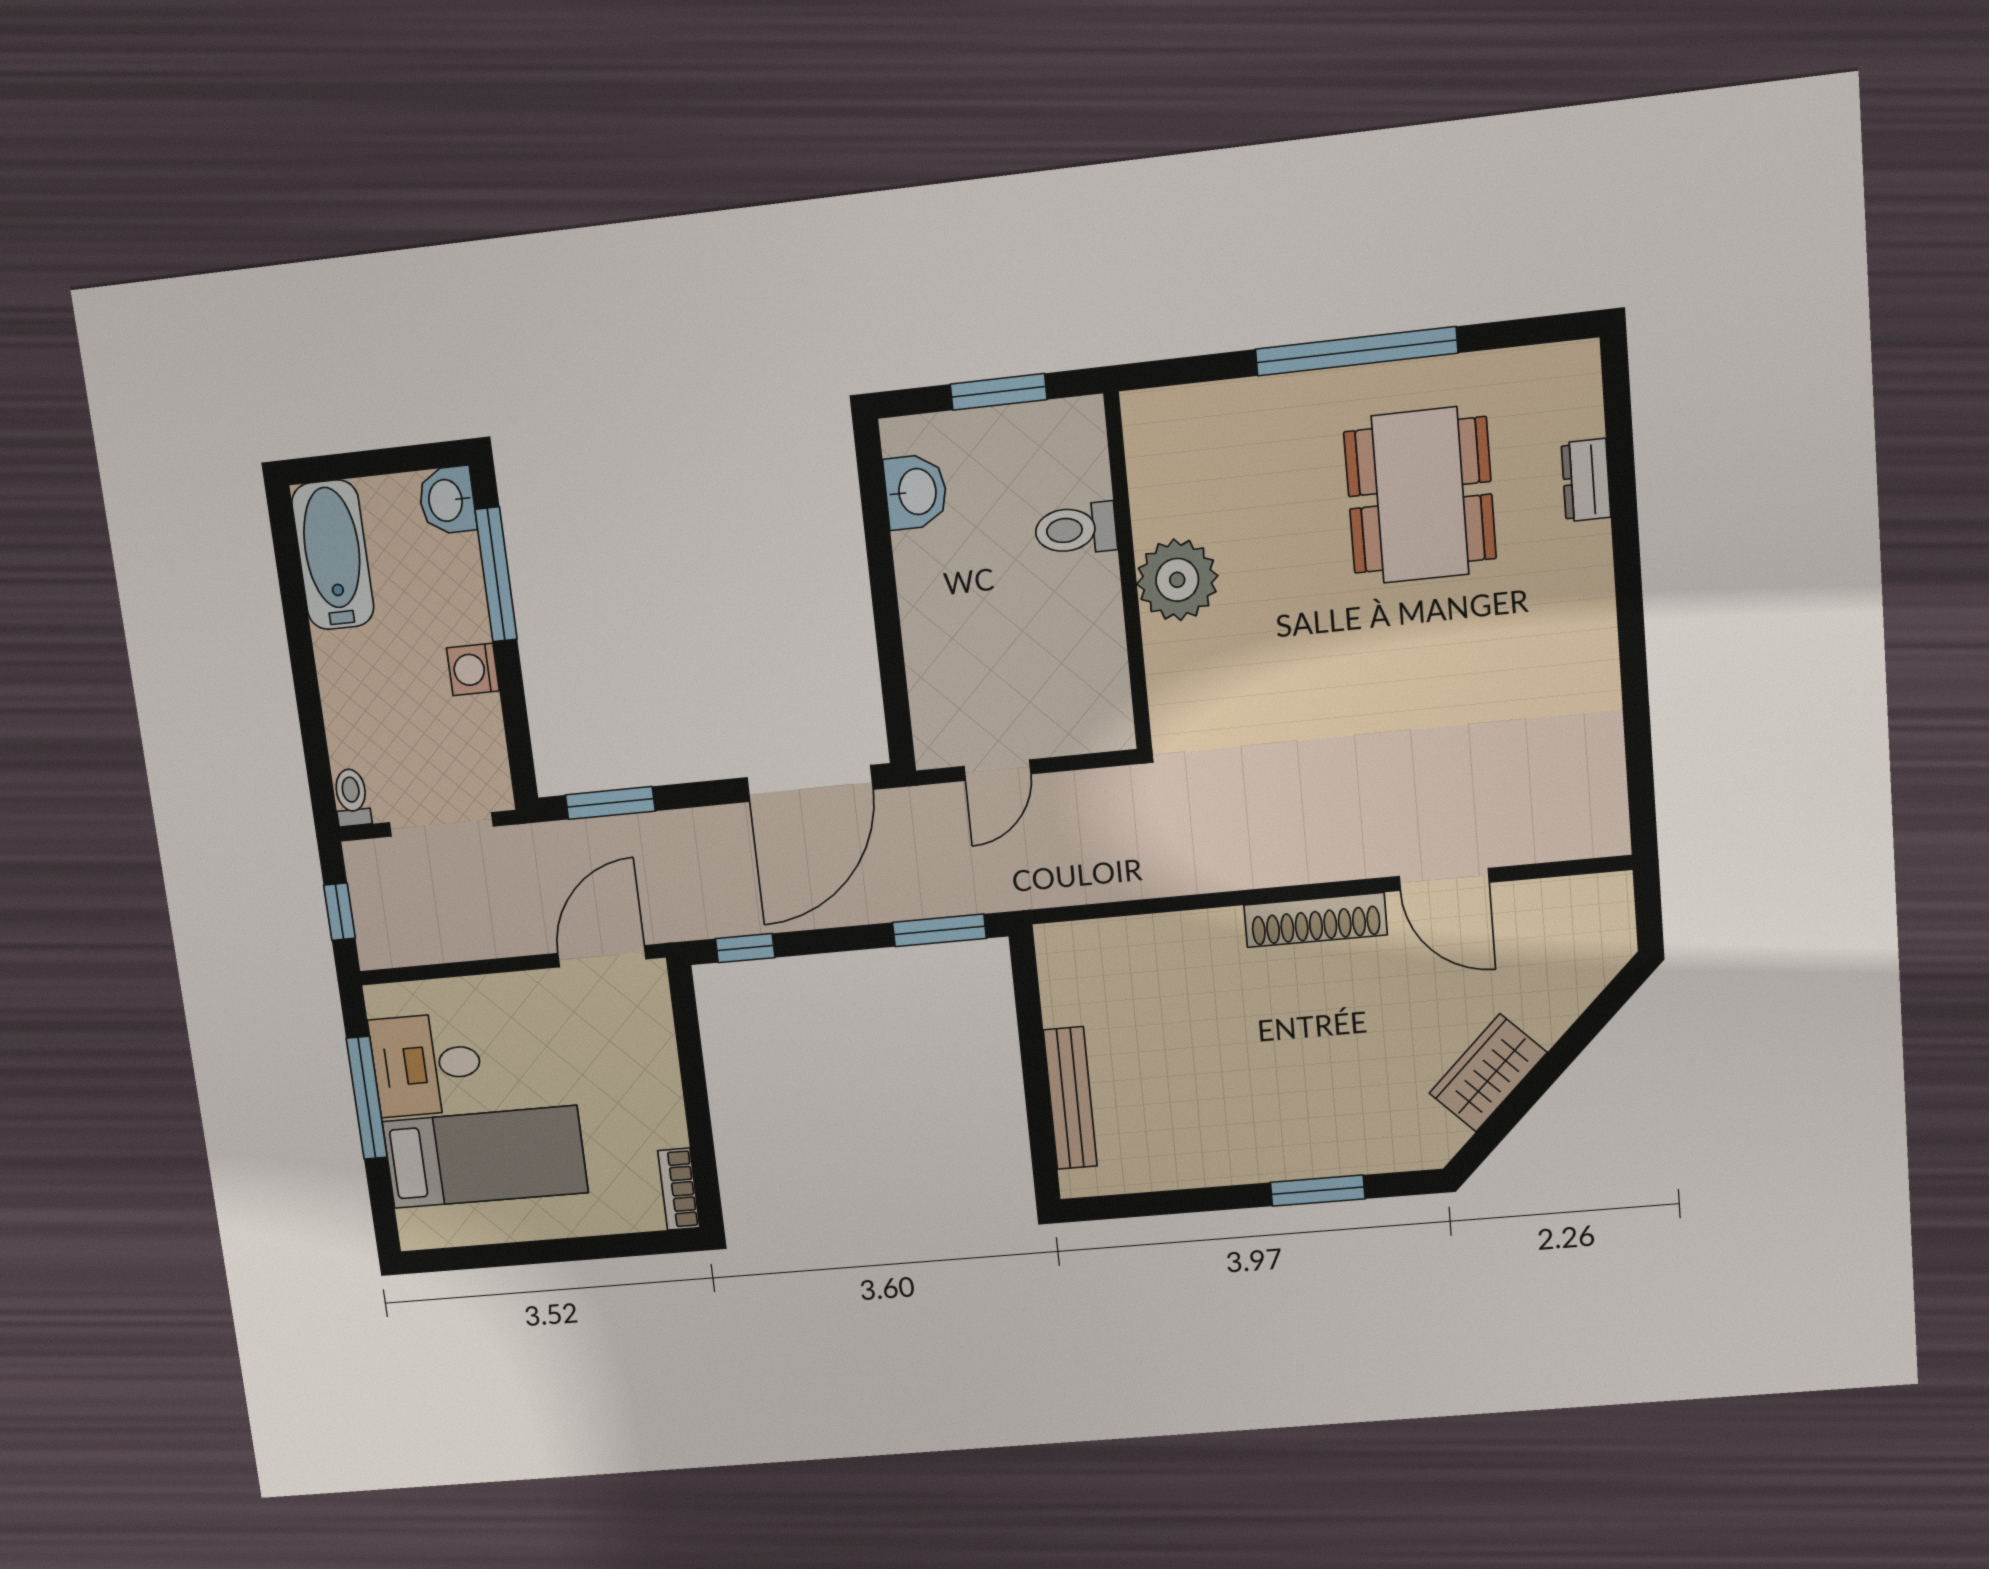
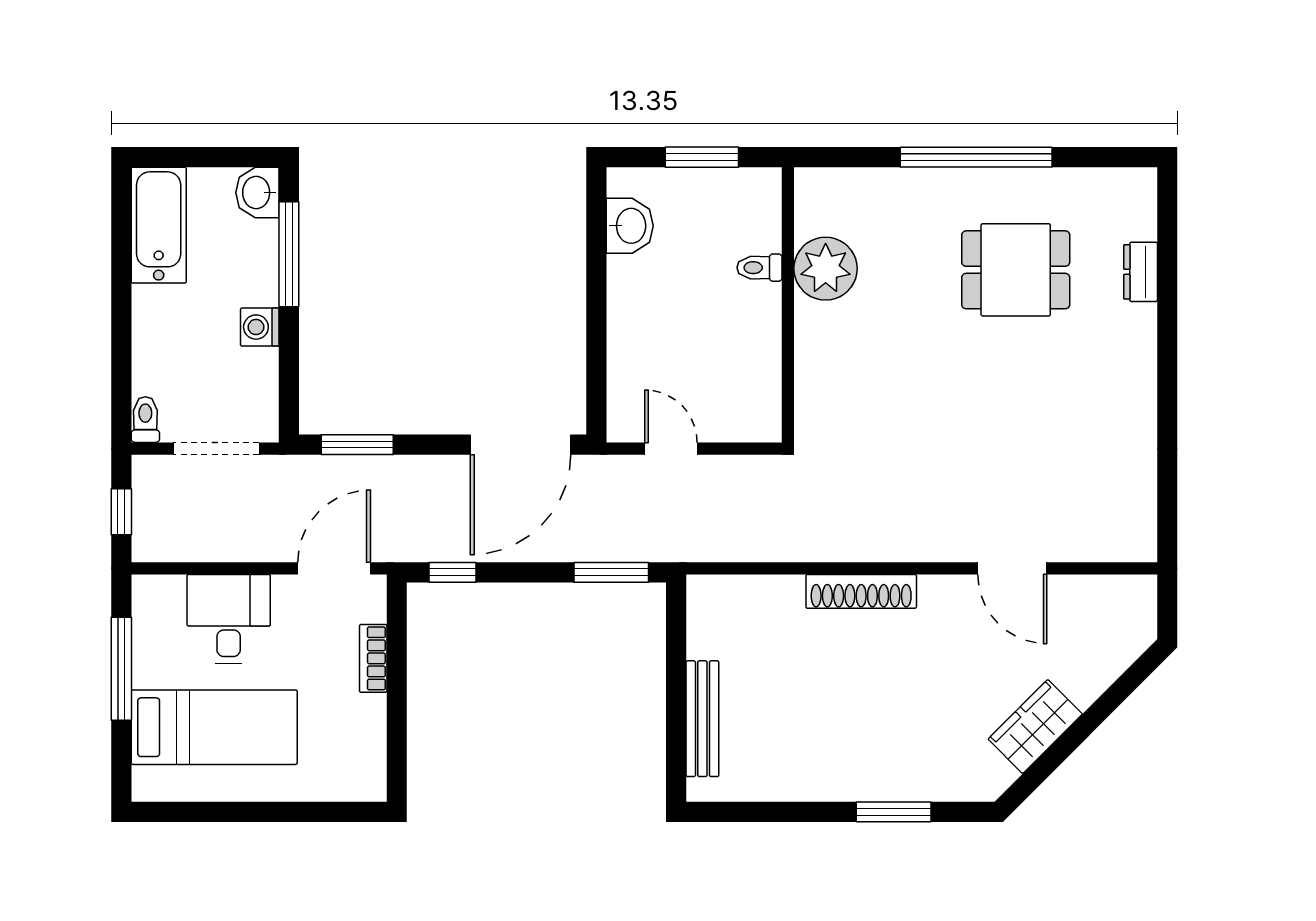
dining table: (1420, 495) -> (1016, 270), width x0.73
toilet: (1076, 529) -> (760, 268), width x0.73, depth x0.72
plant: (1177, 580) -> (826, 269), moved
door: (997, 770) -> (671, 449), swing flipped
shoe rack: (1316, 920) -> (861, 591), moved
desk: (427, 1065) -> (229, 619), moved, turned 90
bookcase: (679, 1189) -> (373, 658), moved

